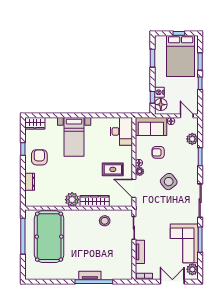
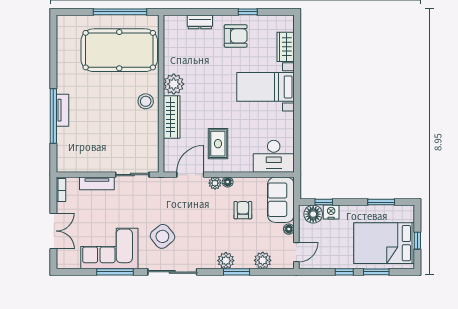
wardrobe: (35, 123) -> (286, 47), moved
side table: (169, 182) -> (162, 236), moved
stool: (105, 221) -> (146, 101), moved
plant: (192, 269) -> (226, 261), moved

